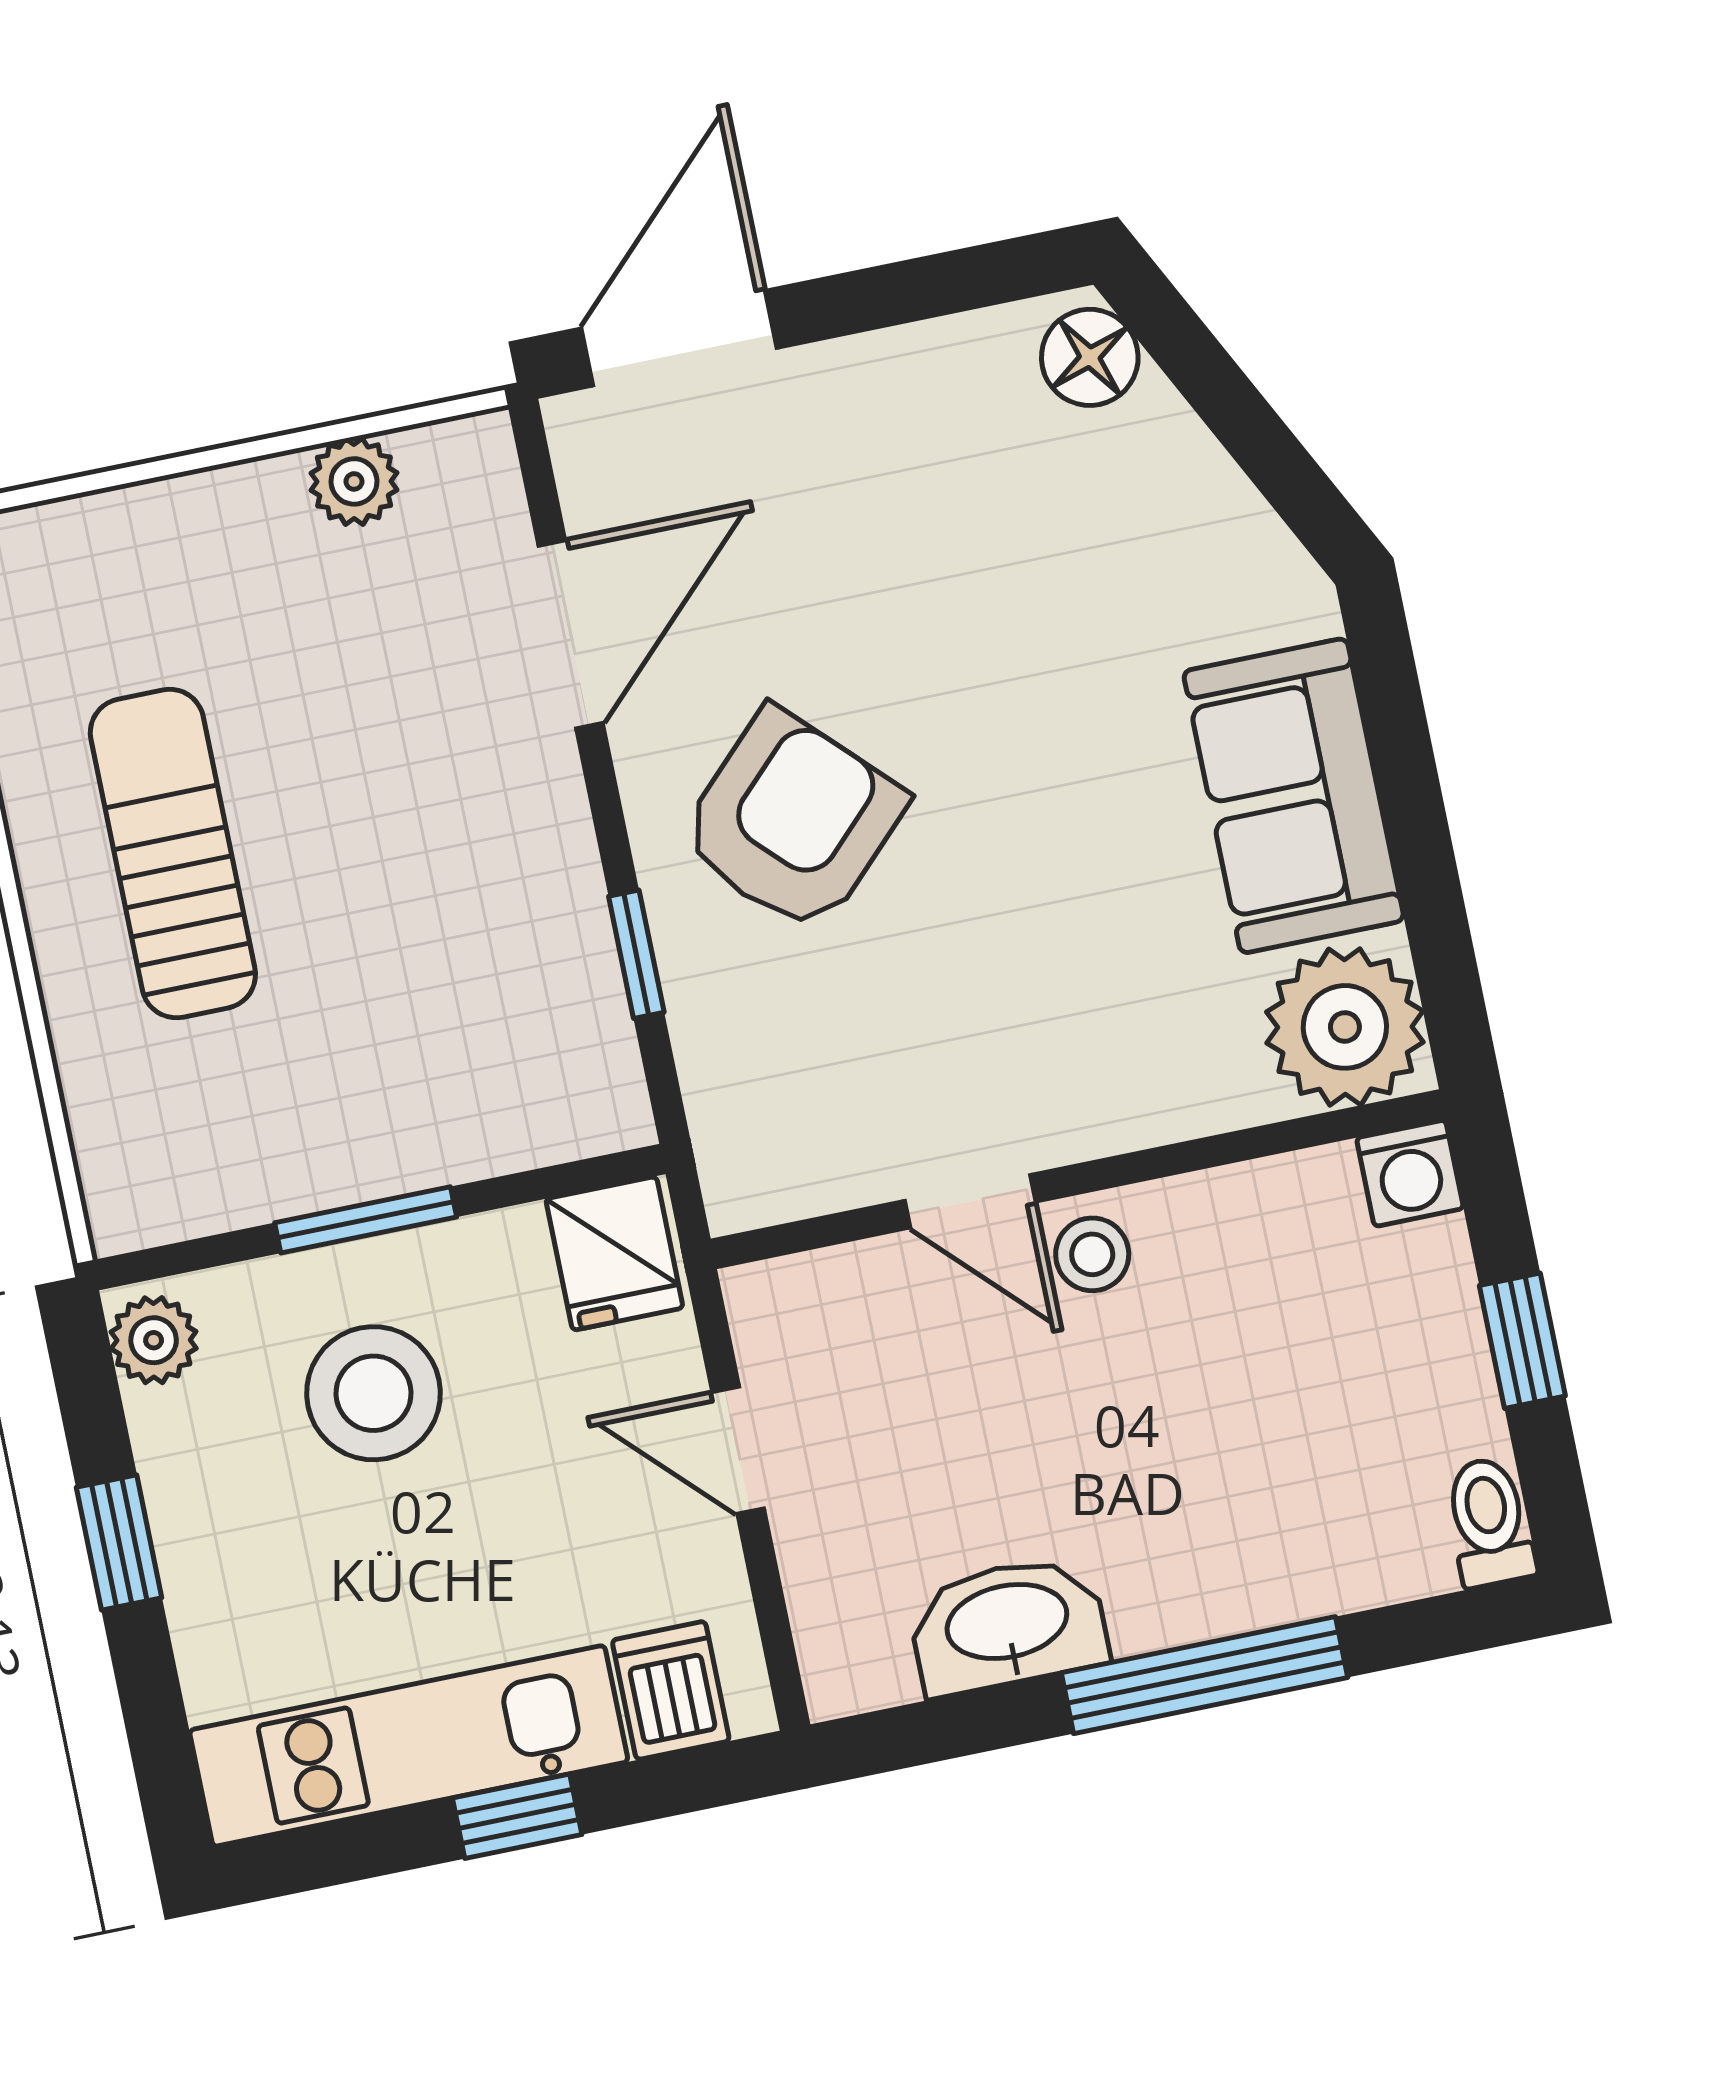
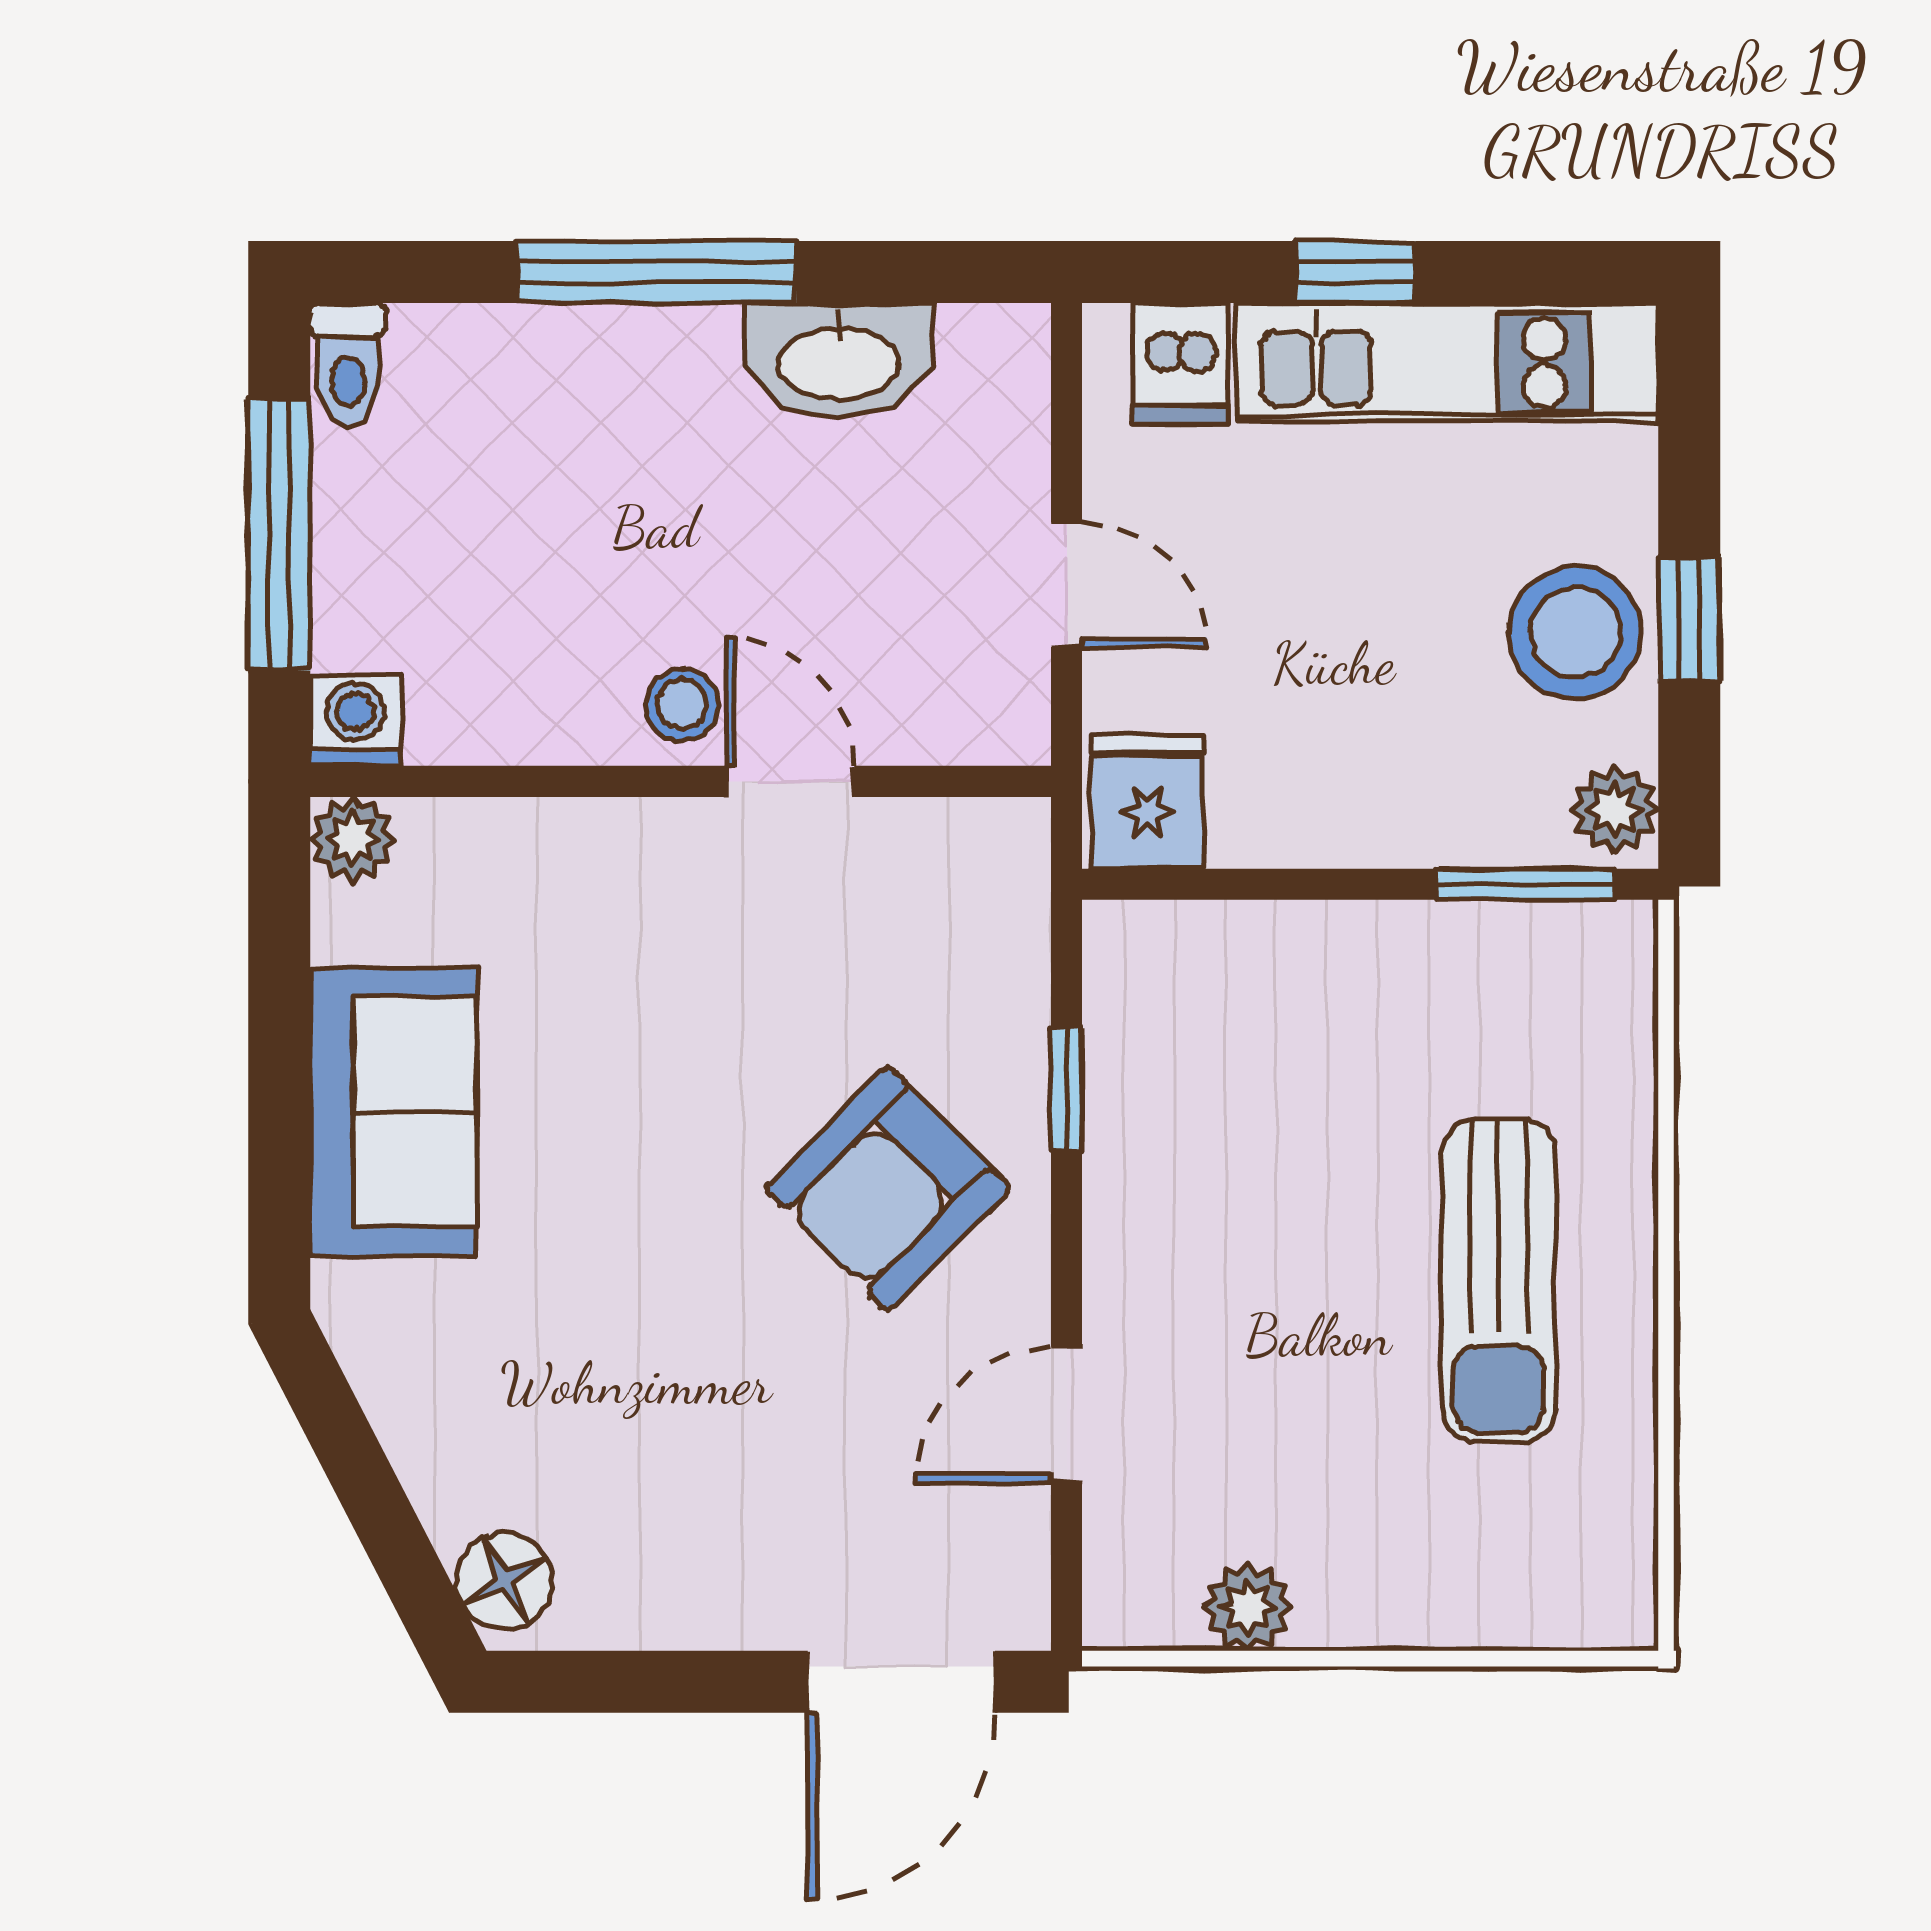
door: (571, 634) -> (1067, 1415), width x0.73
plant: (1345, 1027) -> (353, 839), width x0.53, depth x0.53
window: (366, 1220) -> (1526, 884), moved
window: (1522, 1341) -> (279, 535), width x2.17
stool: (374, 1393) -> (1575, 632), moved

